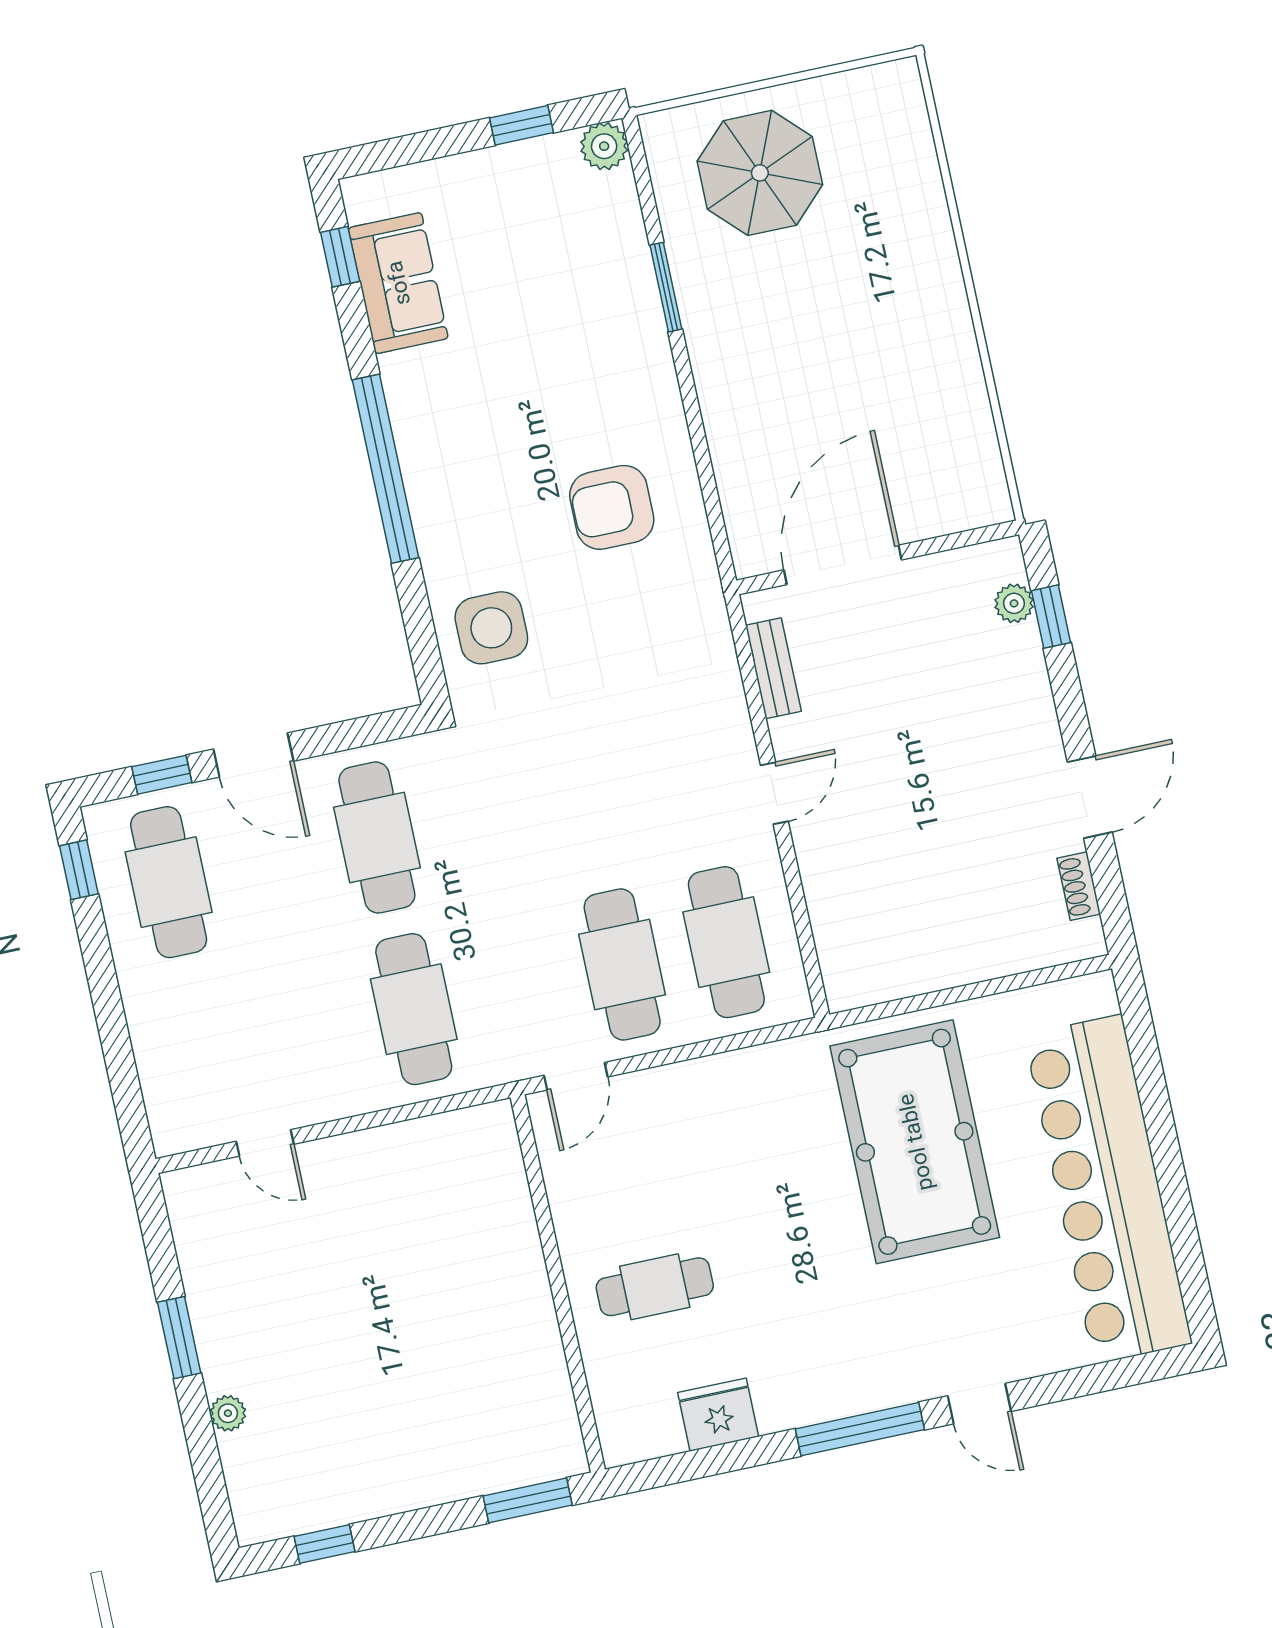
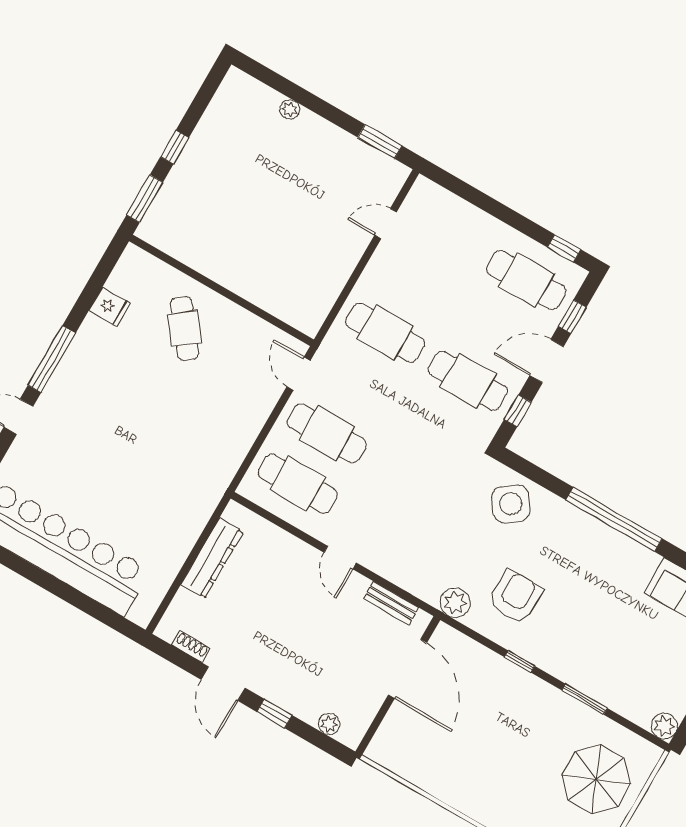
window: (695, 422) -> (520, 662), added
plant: (694, 582) -> (455, 603), added
window: (1051, 617) -> (275, 714), moved
side table: (491, 628) -> (511, 504), turned -36
window: (357, 733) -> (518, 411), added
dresser: (933, 967) -> (212, 558), added
pool table: (915, 1142) -> (148, 487), removed
cafe table: (655, 1287) -> (185, 328), turned -38
window: (179, 1338) -> (380, 142), moved
fridge: (718, 1415) -> (110, 307), width x0.72
window: (325, 1544) -> (175, 147), moved

